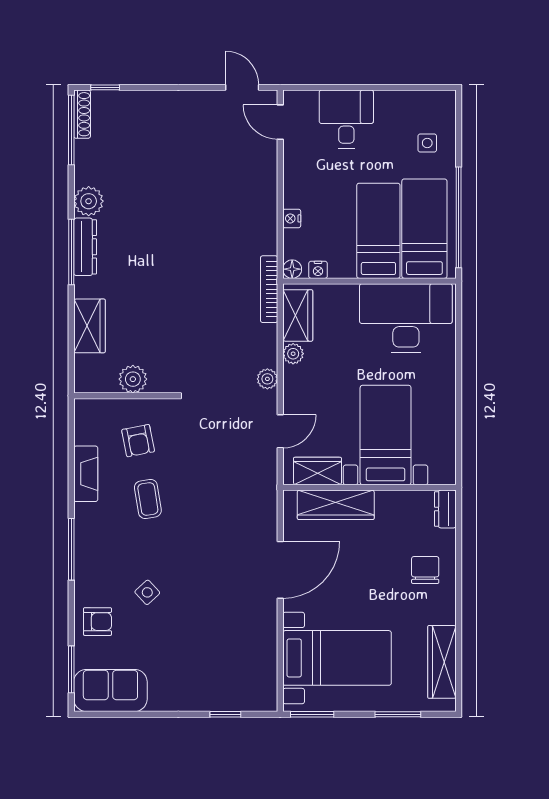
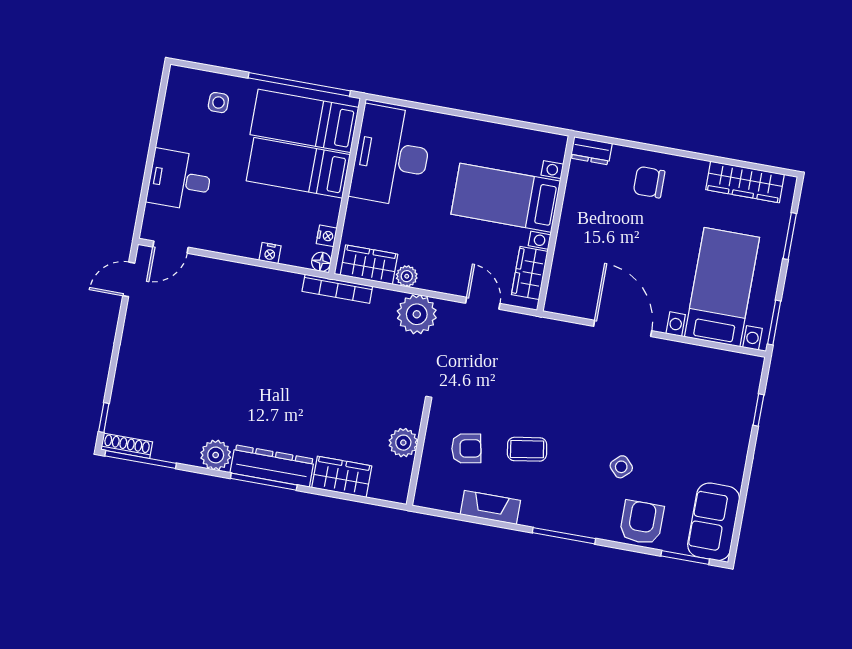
dresser: (85, 247) -> (272, 466), width x1.37, depth x1.24
plant: (267, 379) -> (417, 314), width x1.88, depth x1.88
wardrobe: (336, 505) -> (567, 261), removed
armchair: (97, 622) -> (642, 522), width x1.38, depth x1.38

